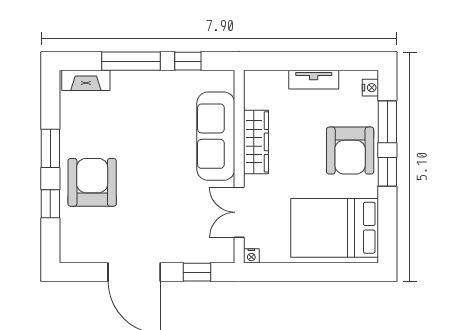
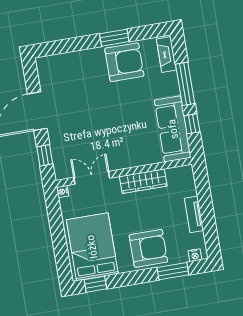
sofa: (216, 136) -> (173, 129), moved, turned -90
armchair: (350, 151) -> (148, 248), turned 180
window: (387, 172) -> (95, 284), moved
armchair: (92, 182) -> (124, 62), moved
window: (50, 204) -> (75, 44), removed

